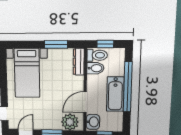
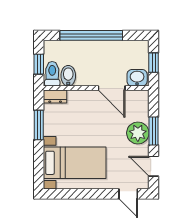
dresser: (79, 62) -> (55, 97), width x0.70
bathtub: (115, 94) -> (101, 50), removed
plant: (70, 122) -> (138, 133), moved

